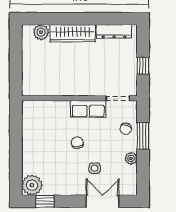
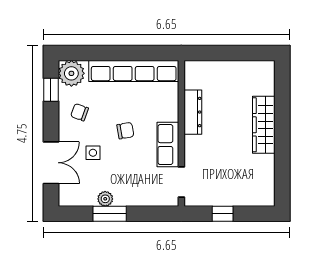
dresser: (114, 31) -> (193, 112), moved, turned 180
plant: (41, 32) -> (265, 85), removed
chair: (126, 129) -> (80, 112), moved
row of seats: (30, 136) -> (134, 71), added
window: (143, 136) -> (110, 214), moved

